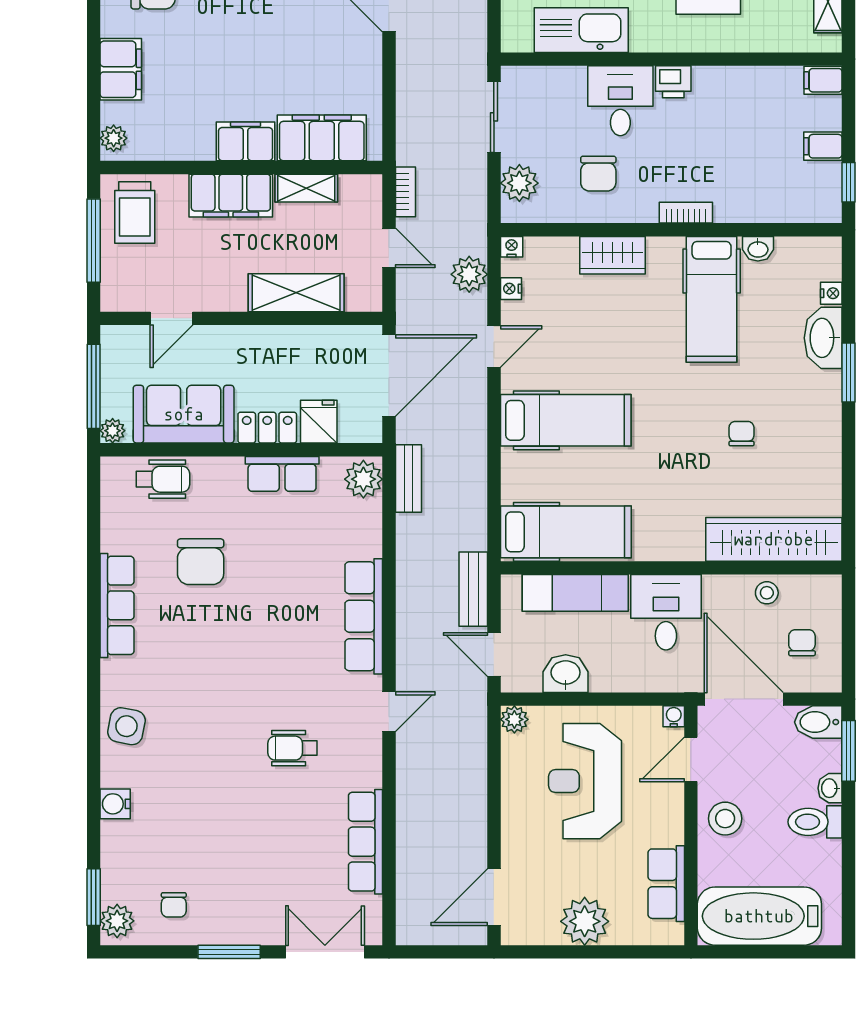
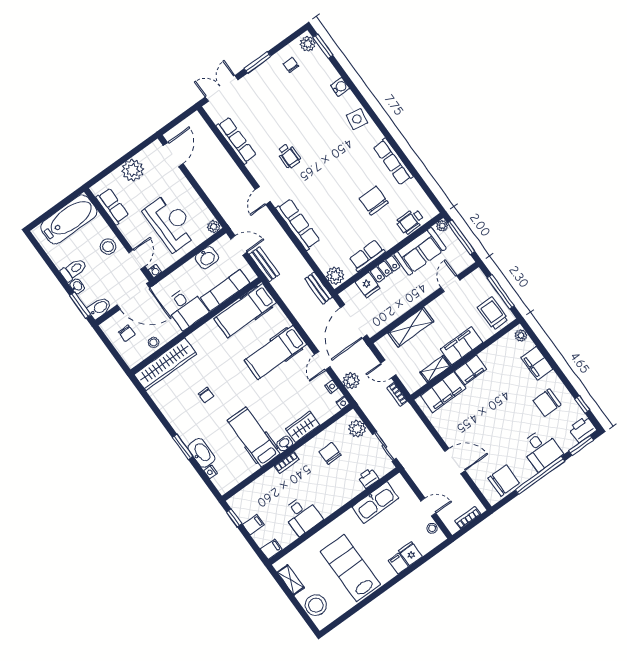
printer: (673, 82) -> (368, 478), moved
desk: (620, 101) -> (302, 515), moved
washbasin: (758, 249) -> (285, 443), moved
wheelchair: (292, 748) -> (289, 156), turned 90
double door: (325, 952) -> (222, 88), swing flipped

